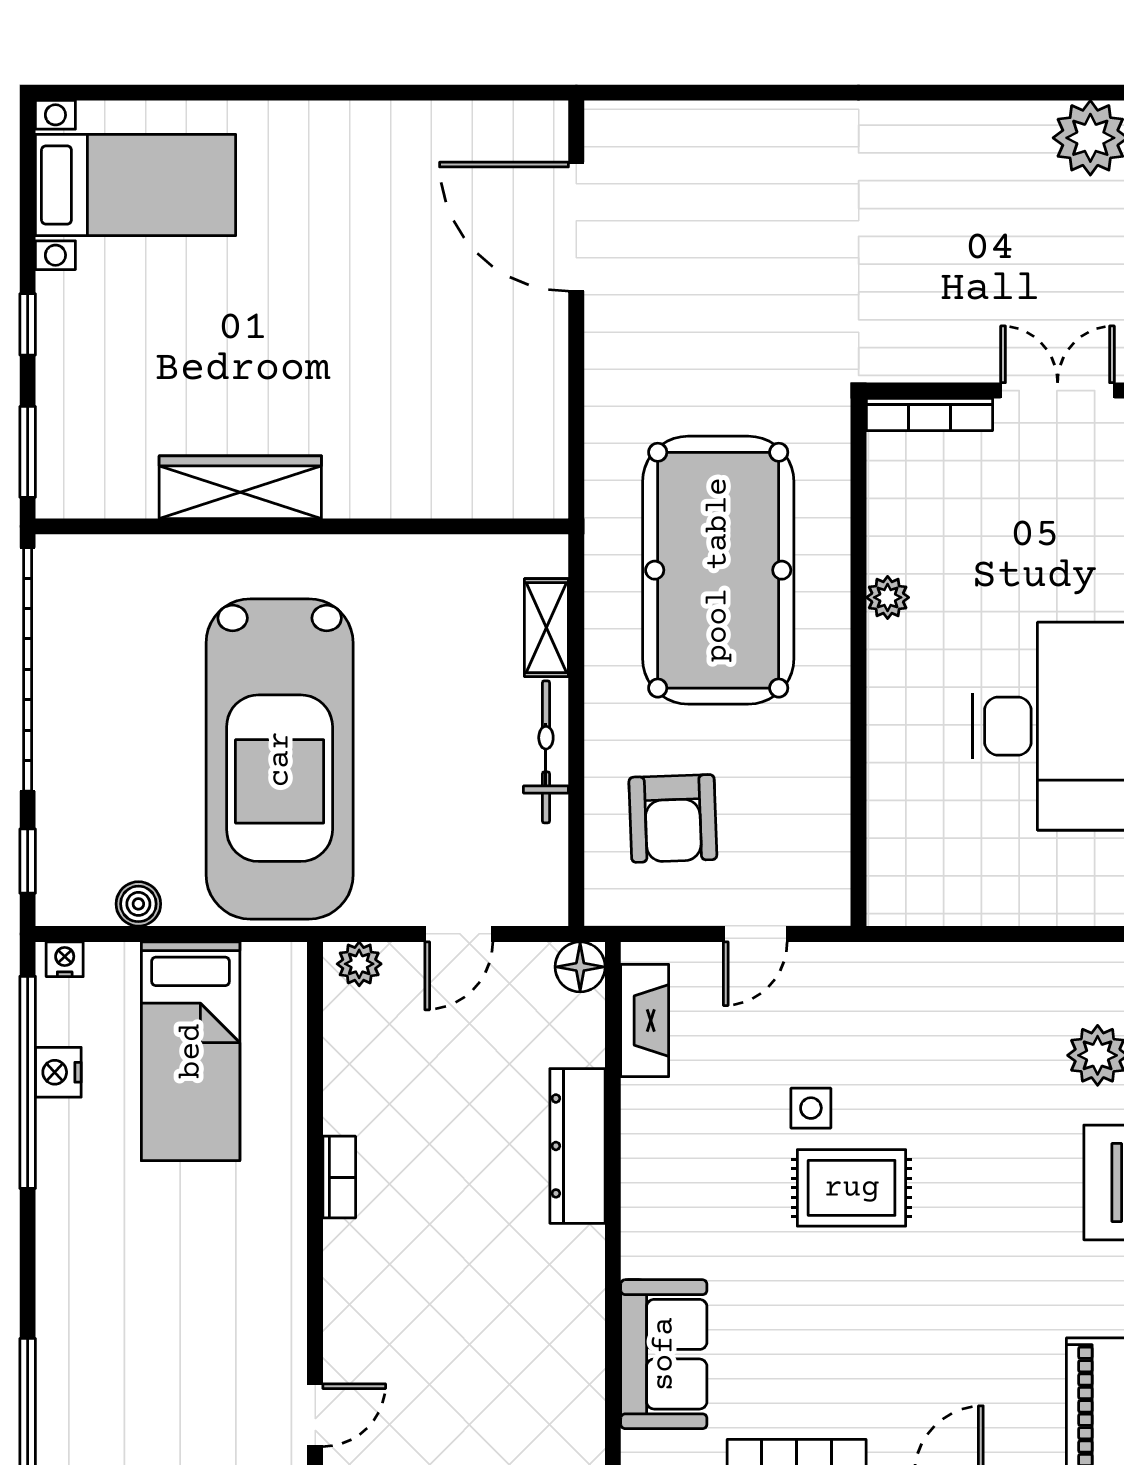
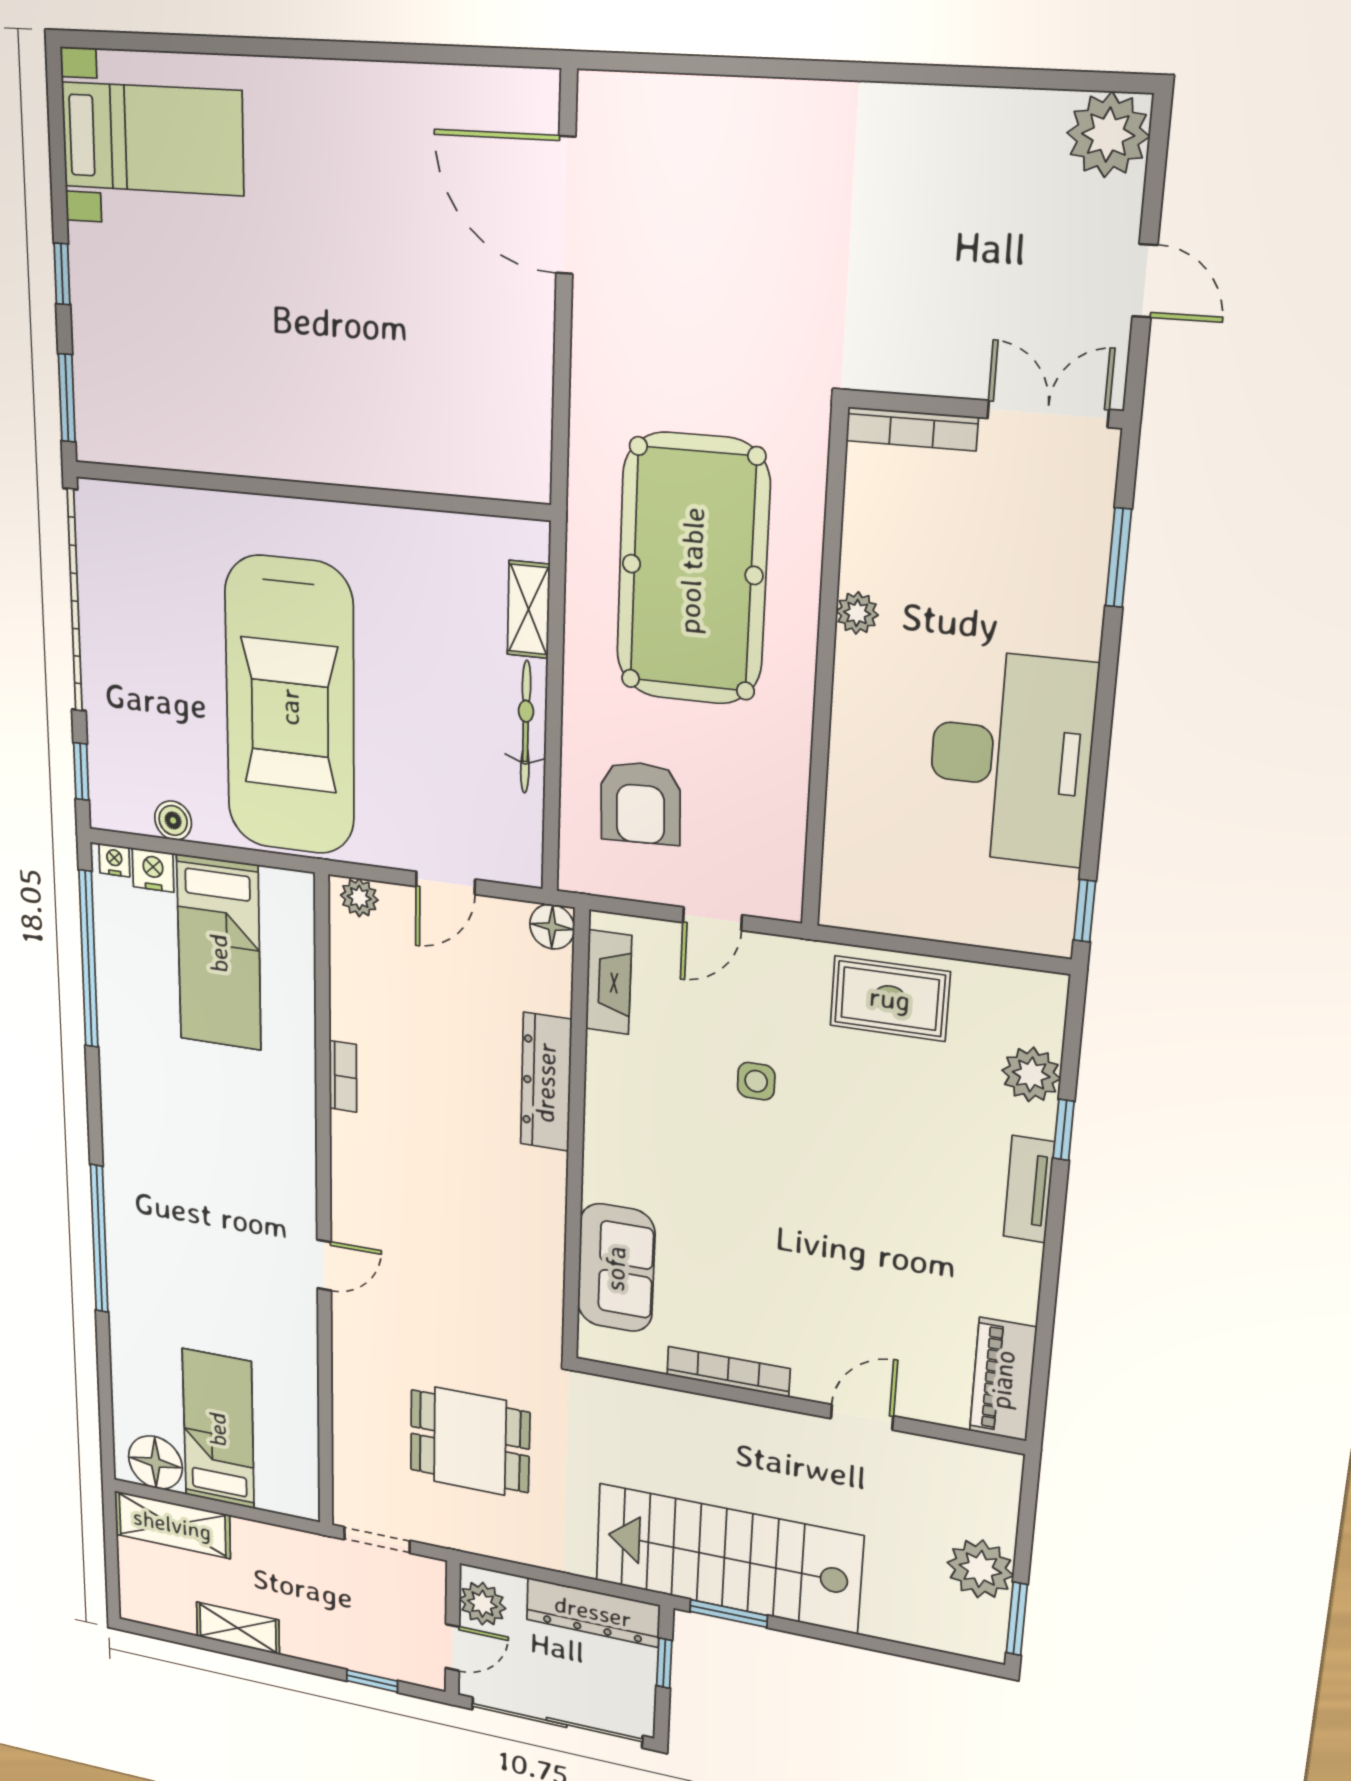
wardrobe: (240, 487) -> (252, 448), removed
nightstand: (58, 1072) -> (153, 870), moved, turned 90
rug: (852, 1188) -> (890, 999), moved

